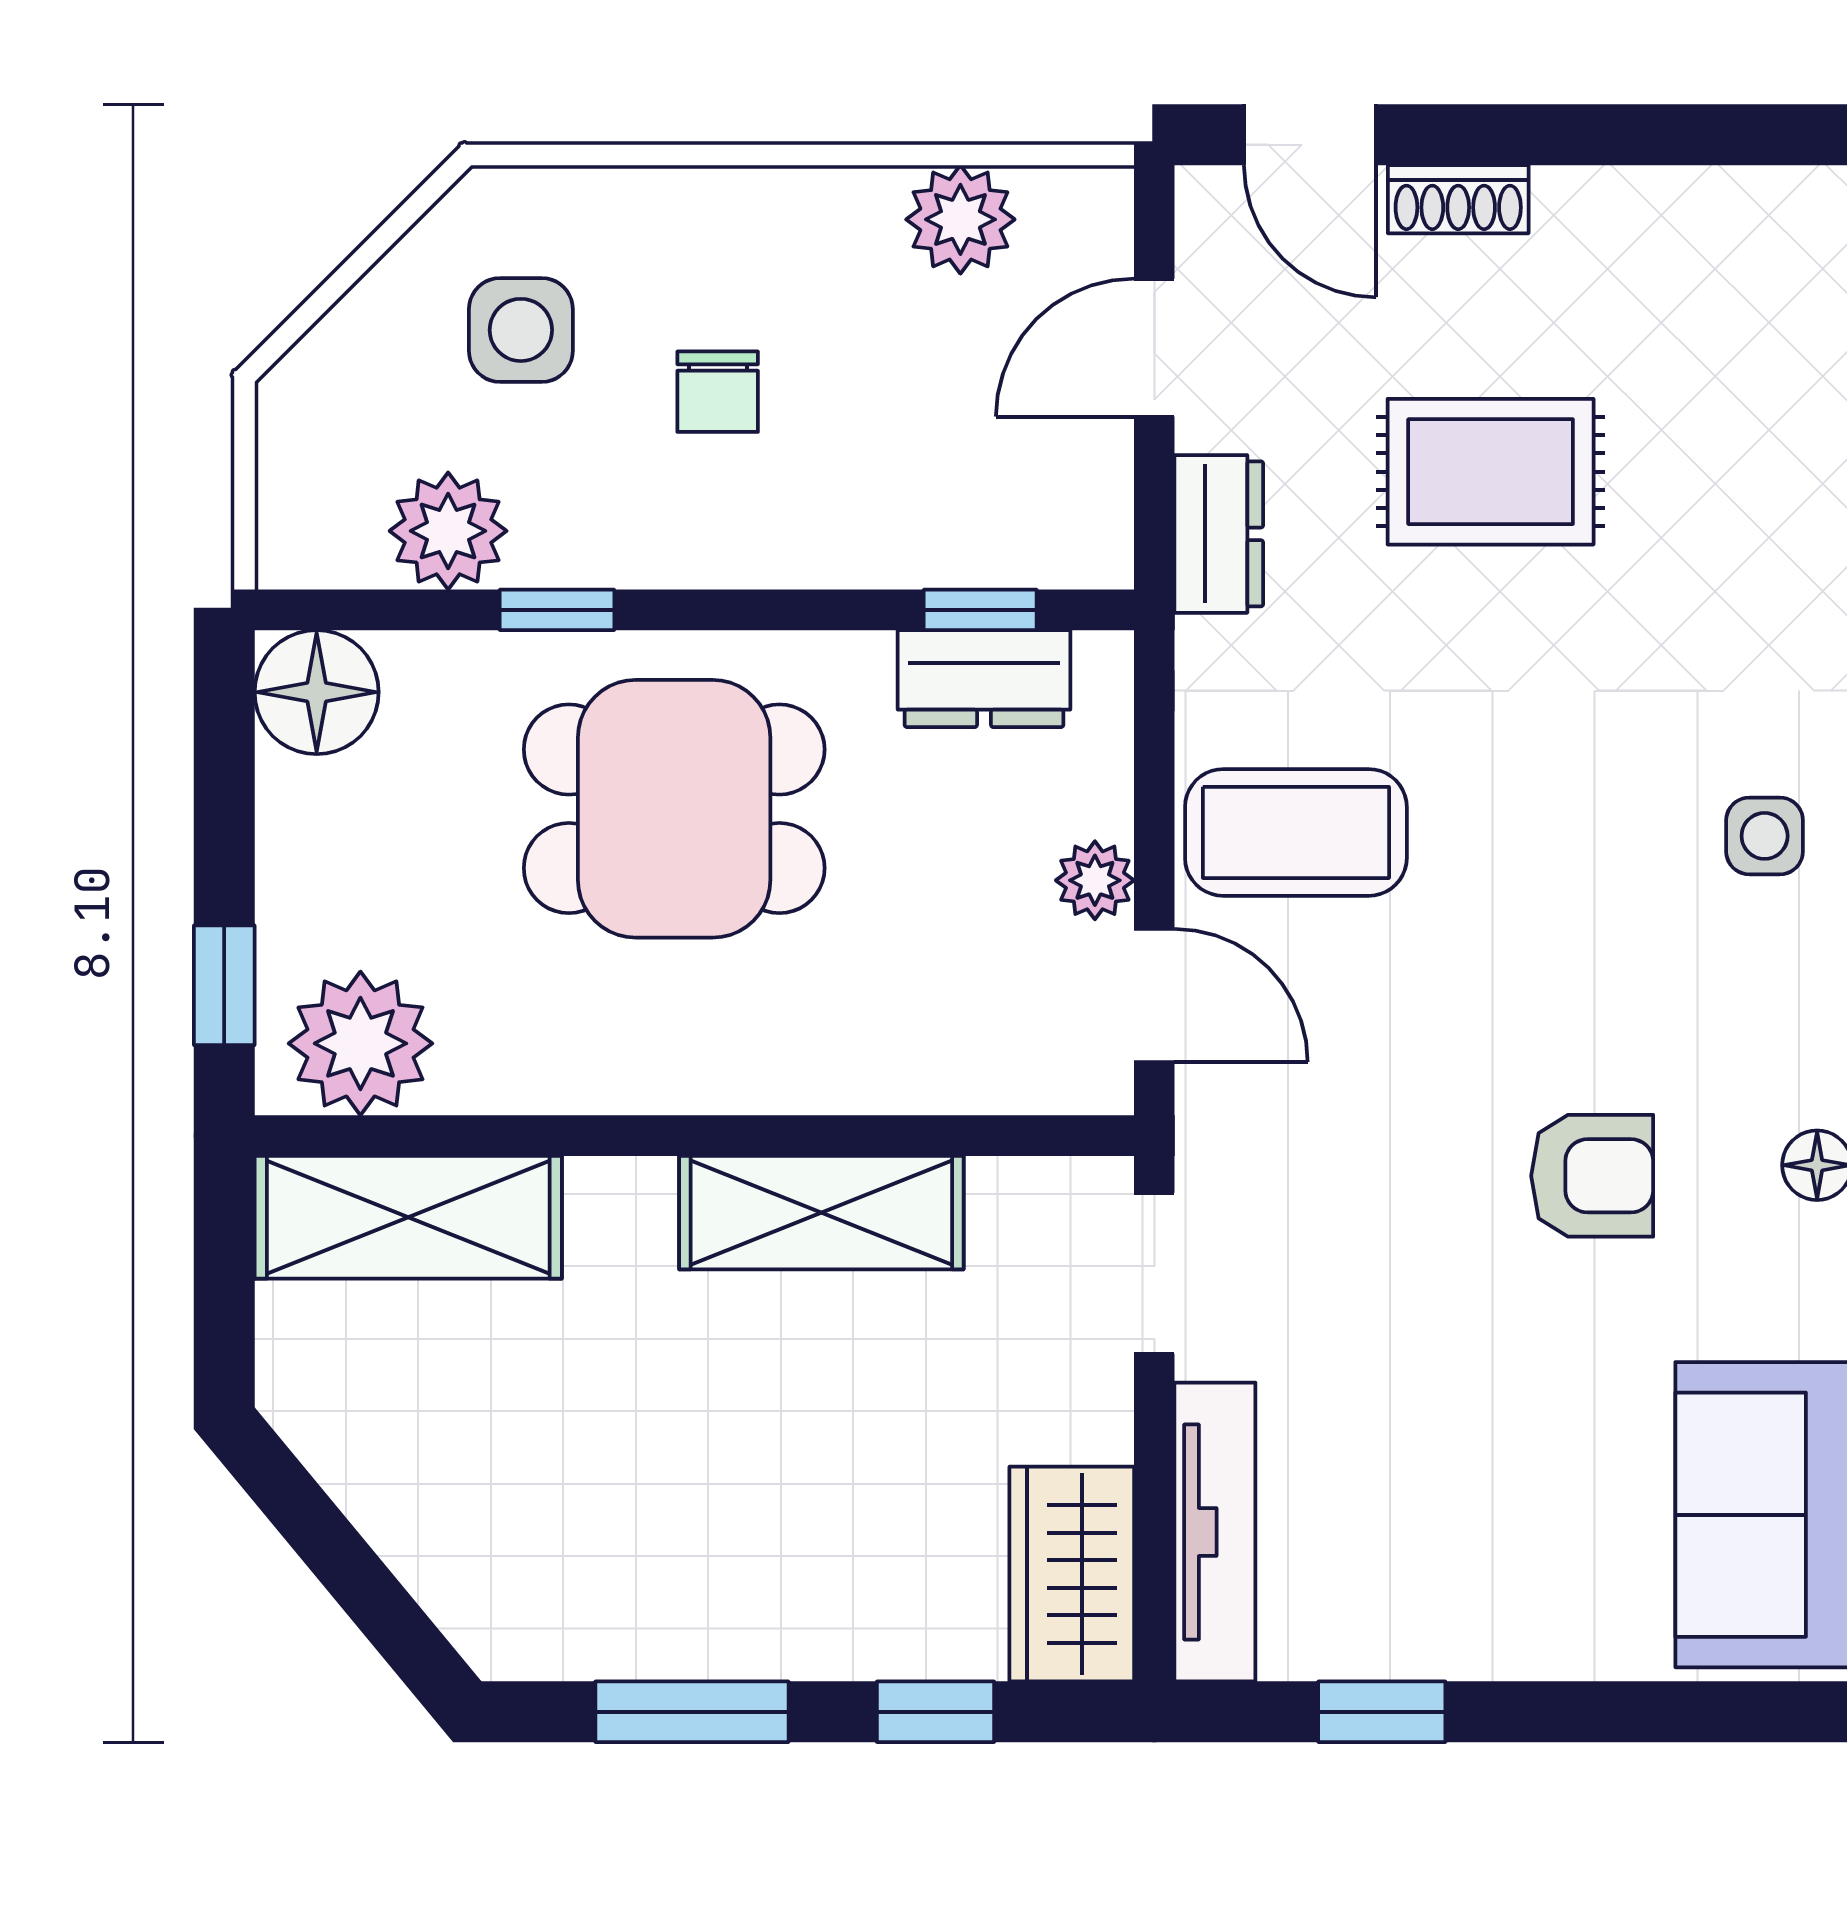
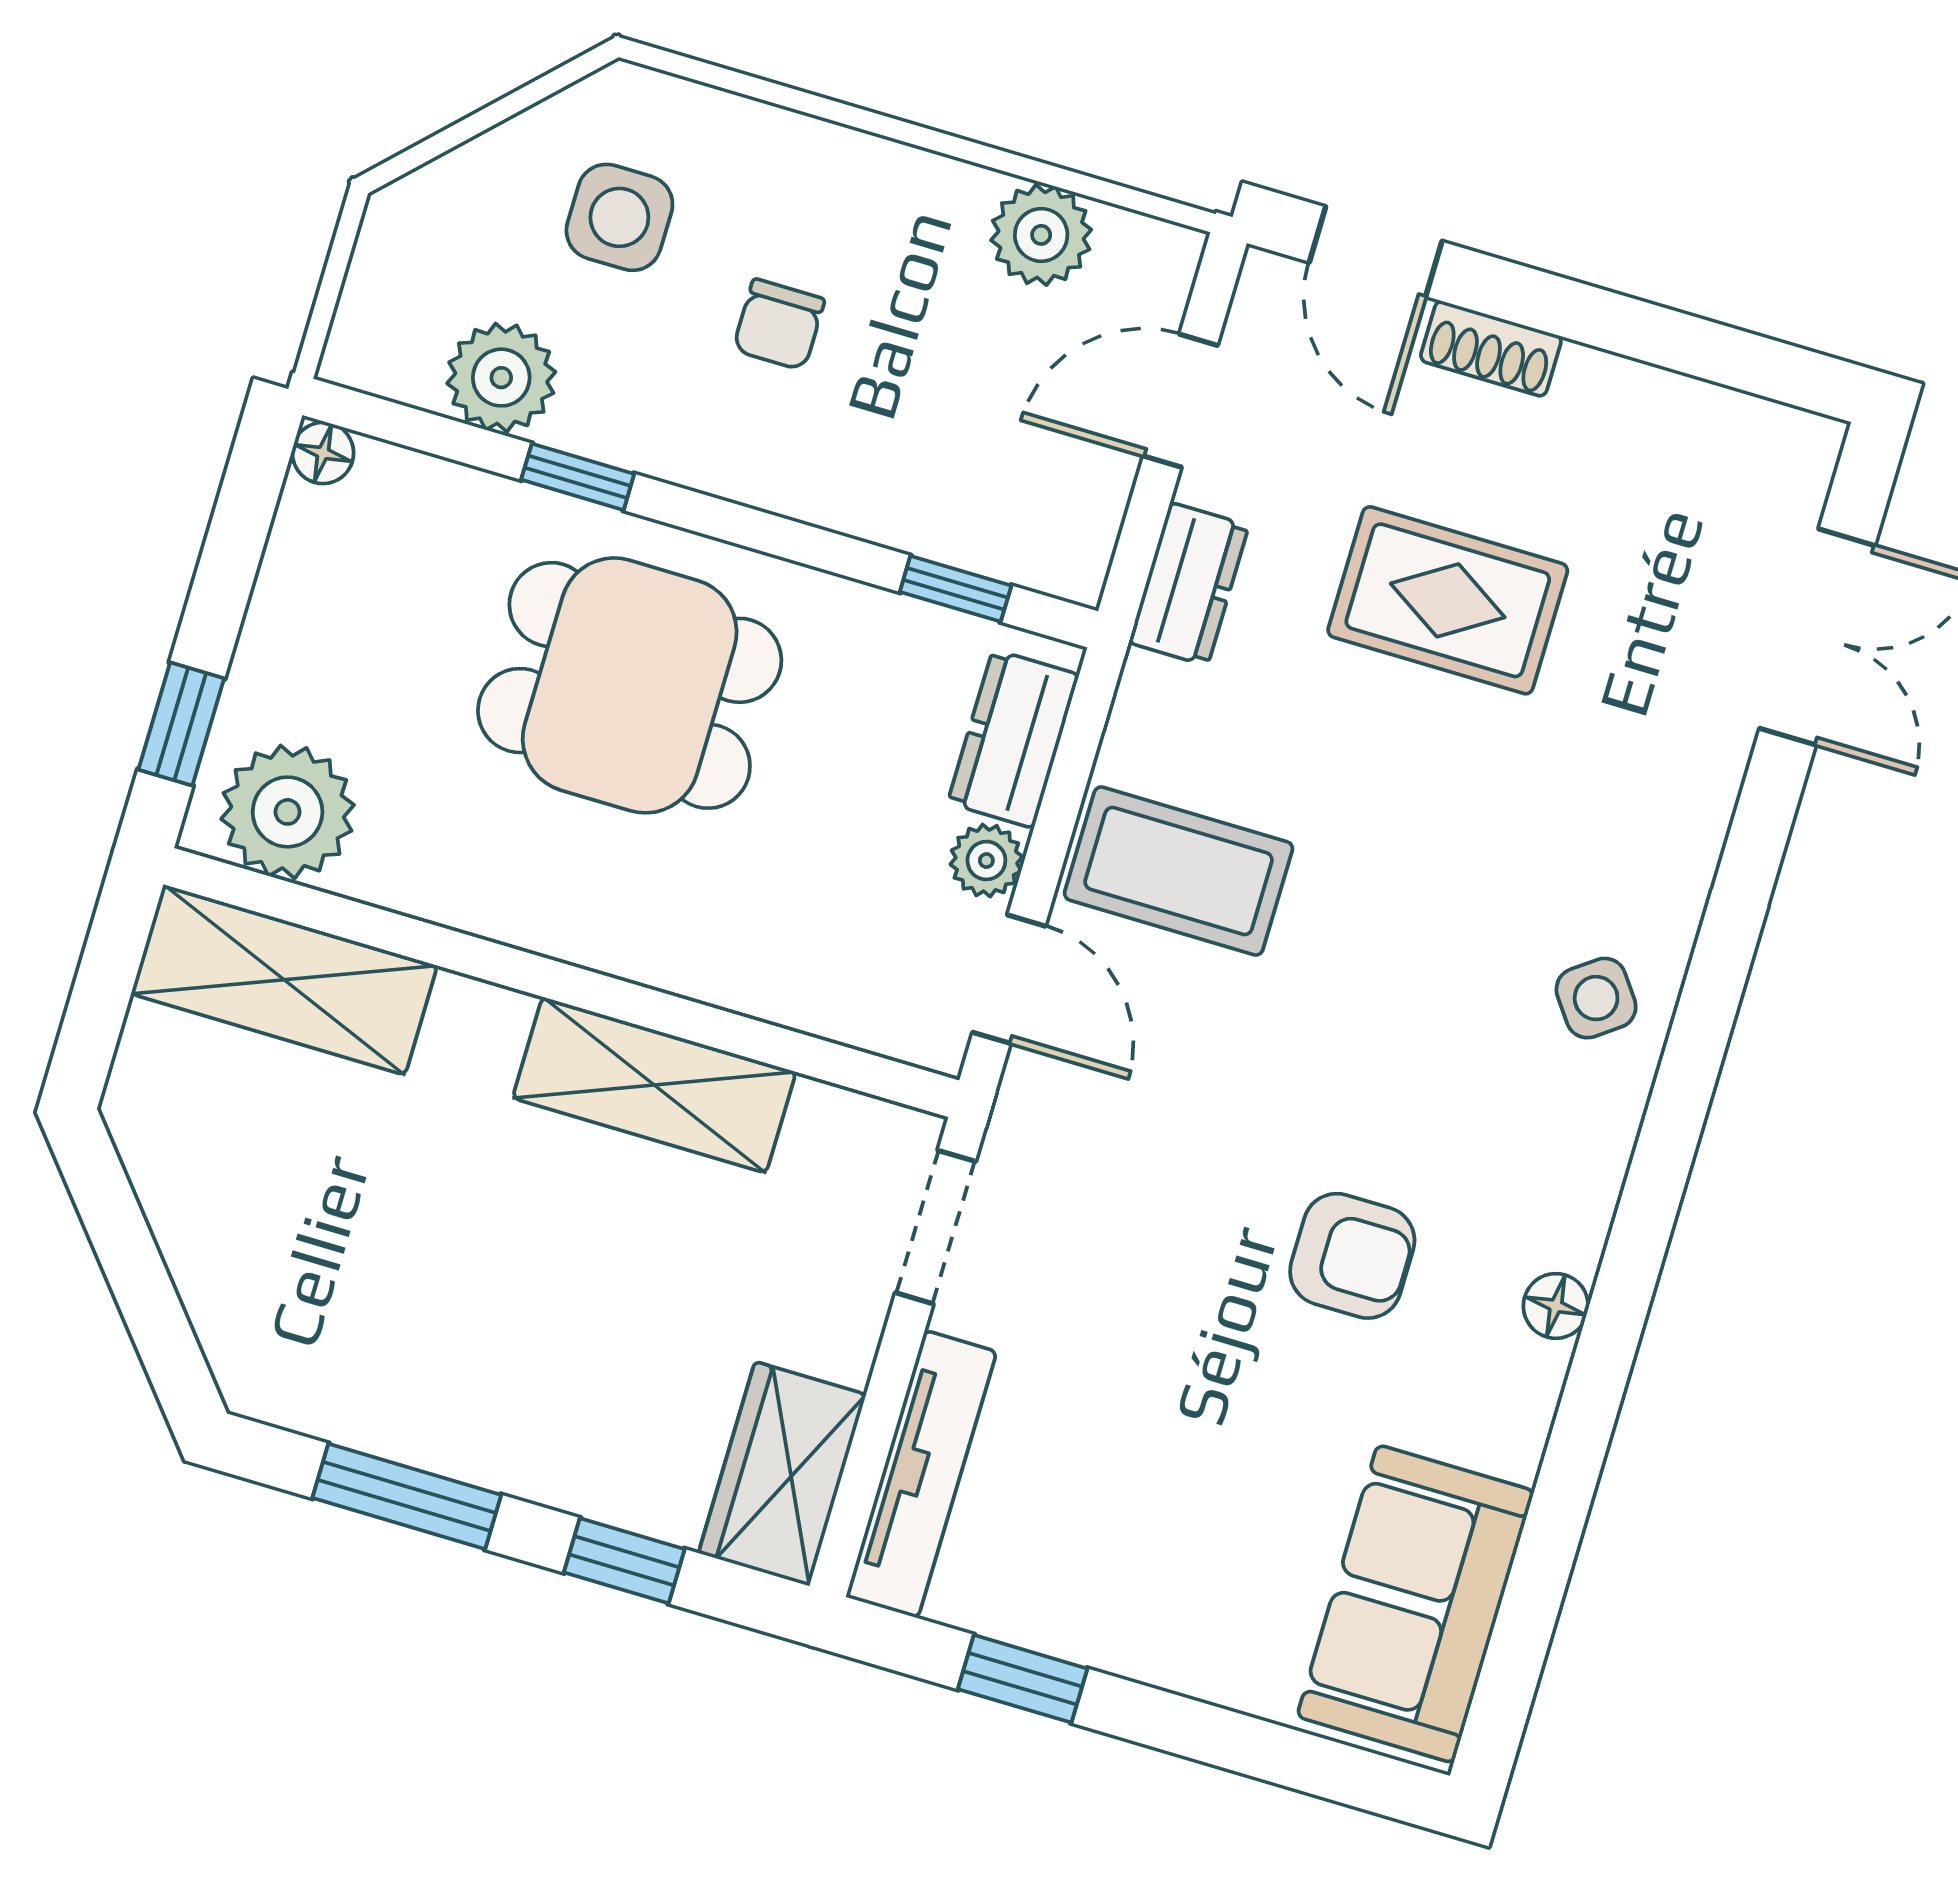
dresser: (984, 679) -> (1013, 739), moved, turned 90
floor lamp: (317, 692) -> (323, 453), width x0.53, depth x0.53
side table: (1765, 836) -> (1596, 998), turned -36

